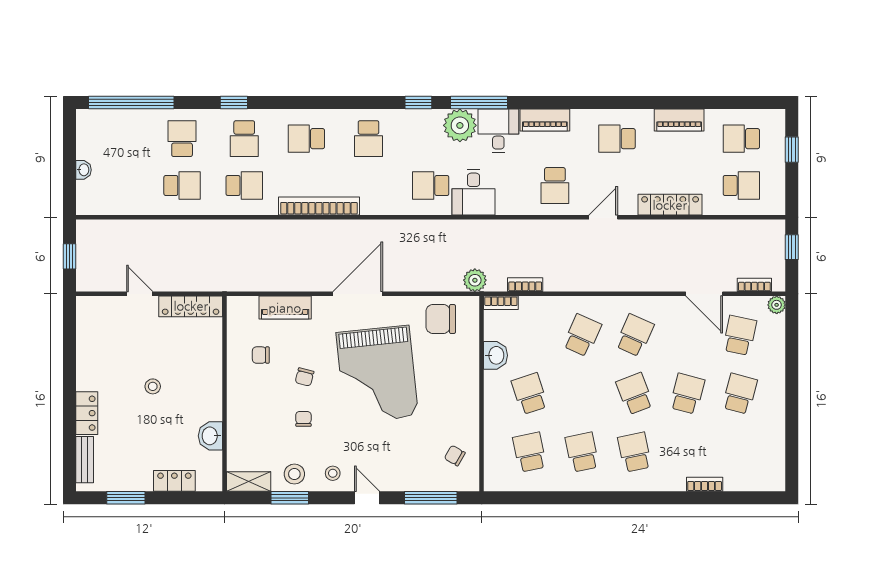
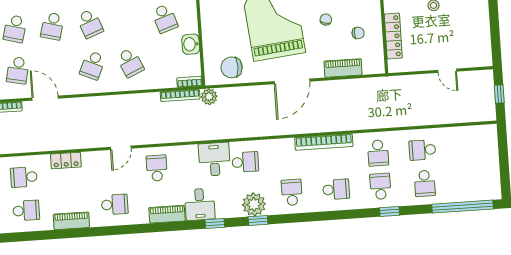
window: (479, 103) -> (215, 223), width x0.46
plant: (460, 125) -> (254, 204), moved
washbasin: (83, 170) -> (493, 156), removed
school desk: (244, 185) -> (378, 153), turned -90
locker: (670, 205) -> (66, 161), width x0.66
bookcase: (525, 285) -> (180, 95), width x1.56
locker: (191, 306) -> (393, 36), moved, turned 90
chair: (441, 319) -> (232, 67), turned 180
school desk: (582, 335) -> (130, 63), turned -48

